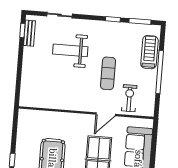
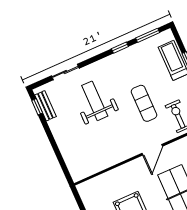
weight bench: (70, 50) -> (95, 101), turned 90
door: (106, 114) -> (152, 150), moved

